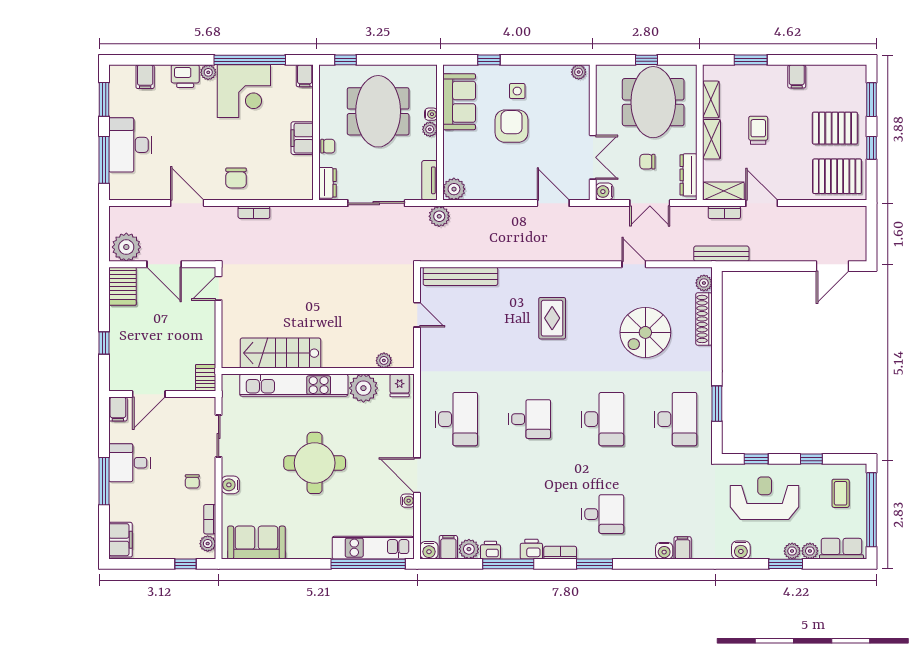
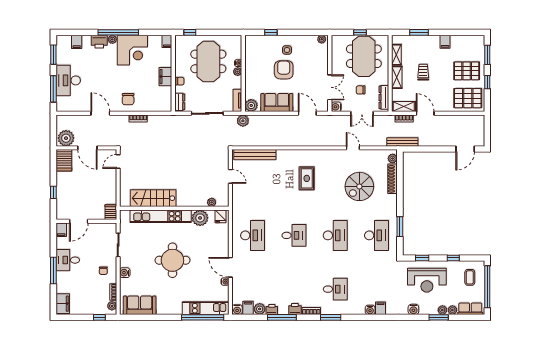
window: (250, 60) -> (118, 32), moved
sofa: (459, 102) -> (277, 103), moved, turned -90
reception desk: (765, 498) -> (427, 280), turned 180

